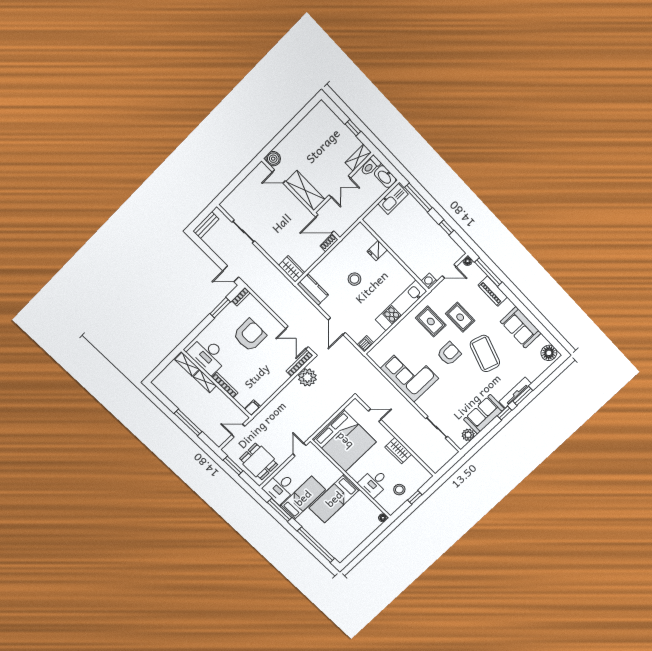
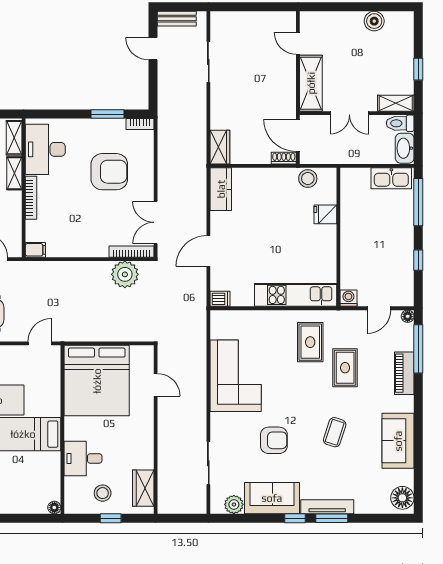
boiler: (273, 159) -> (374, 21), moved
door: (449, 271) -> (379, 308), hinge flipped
door: (231, 274) -> (153, 49), moved
stool: (354, 279) -> (308, 179), moved
coffee table: (485, 353) -> (335, 432), width x0.54, depth x0.58
armchair: (449, 354) -> (274, 440), moved
wardrobe: (398, 451) -> (143, 488), moved

